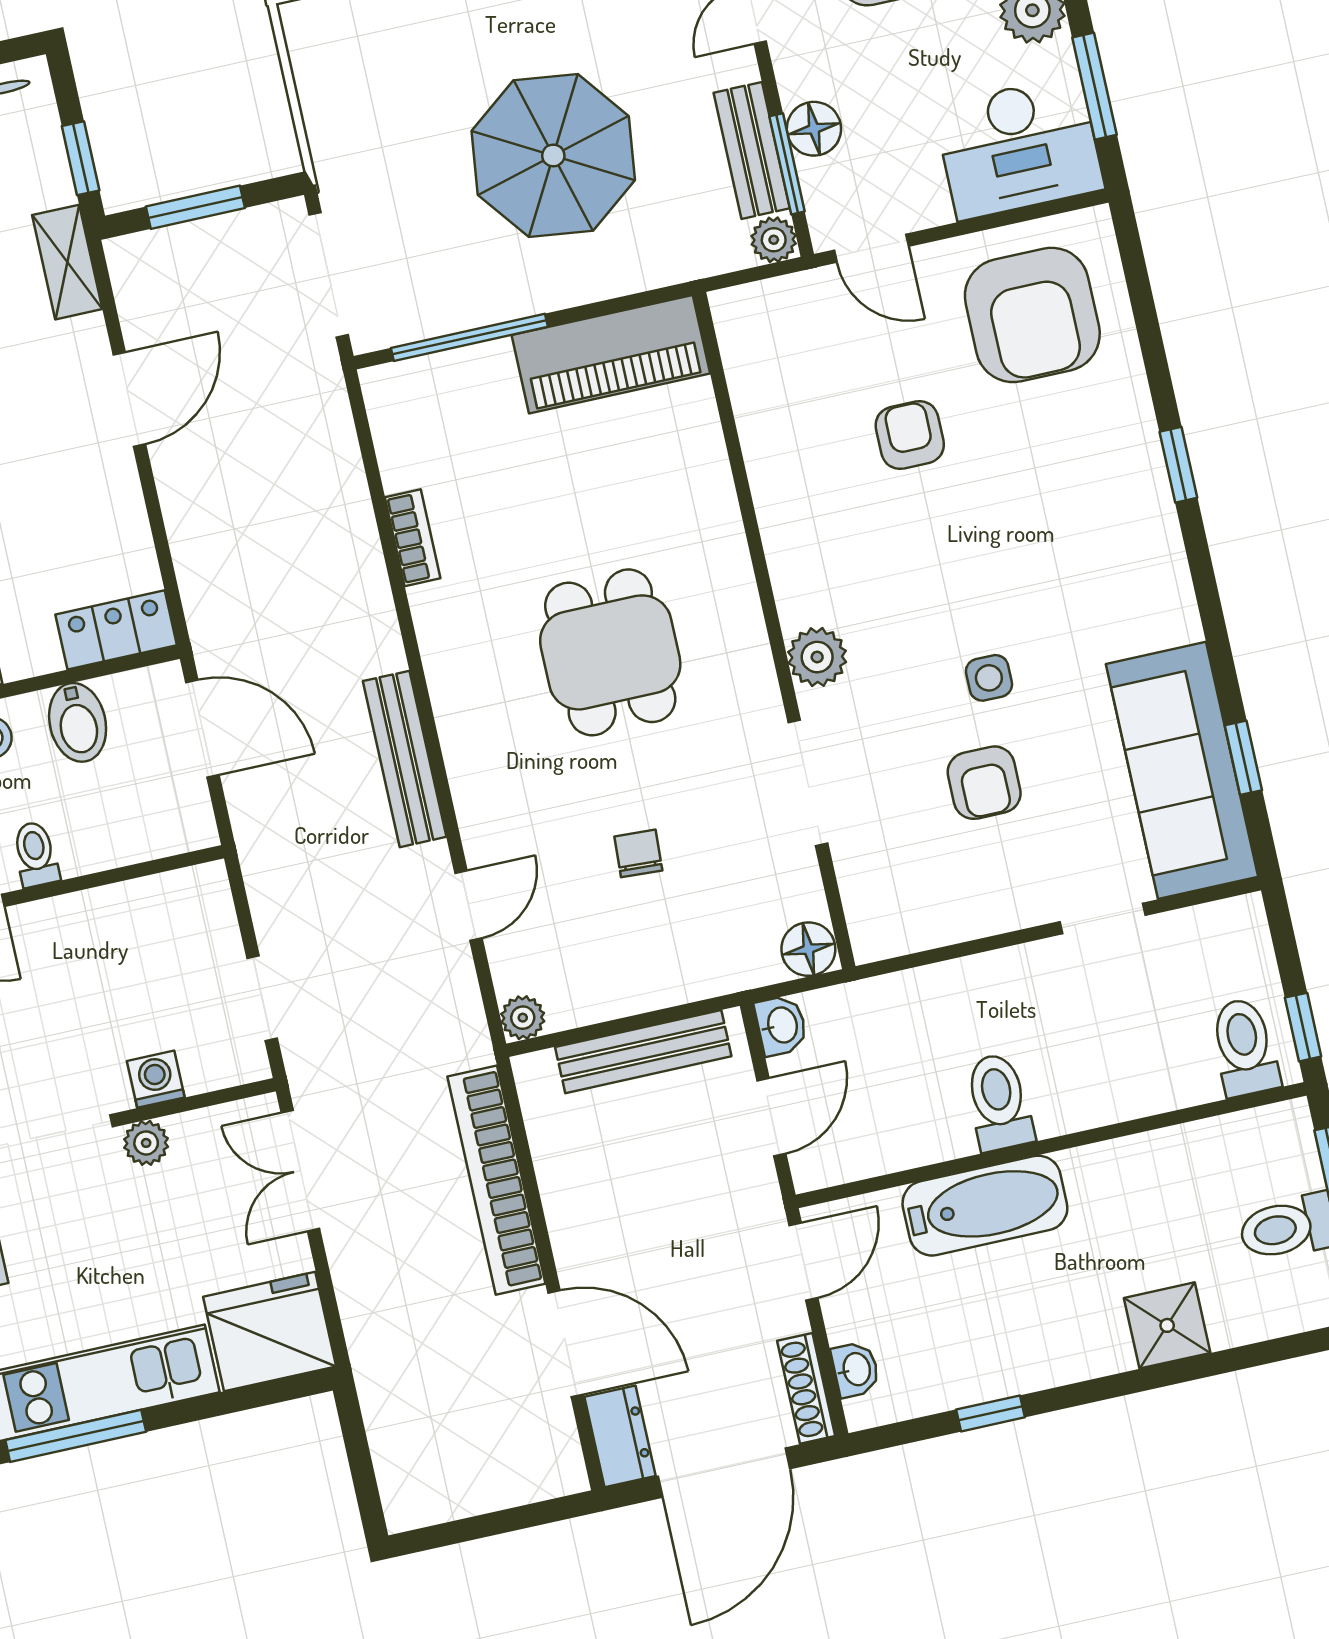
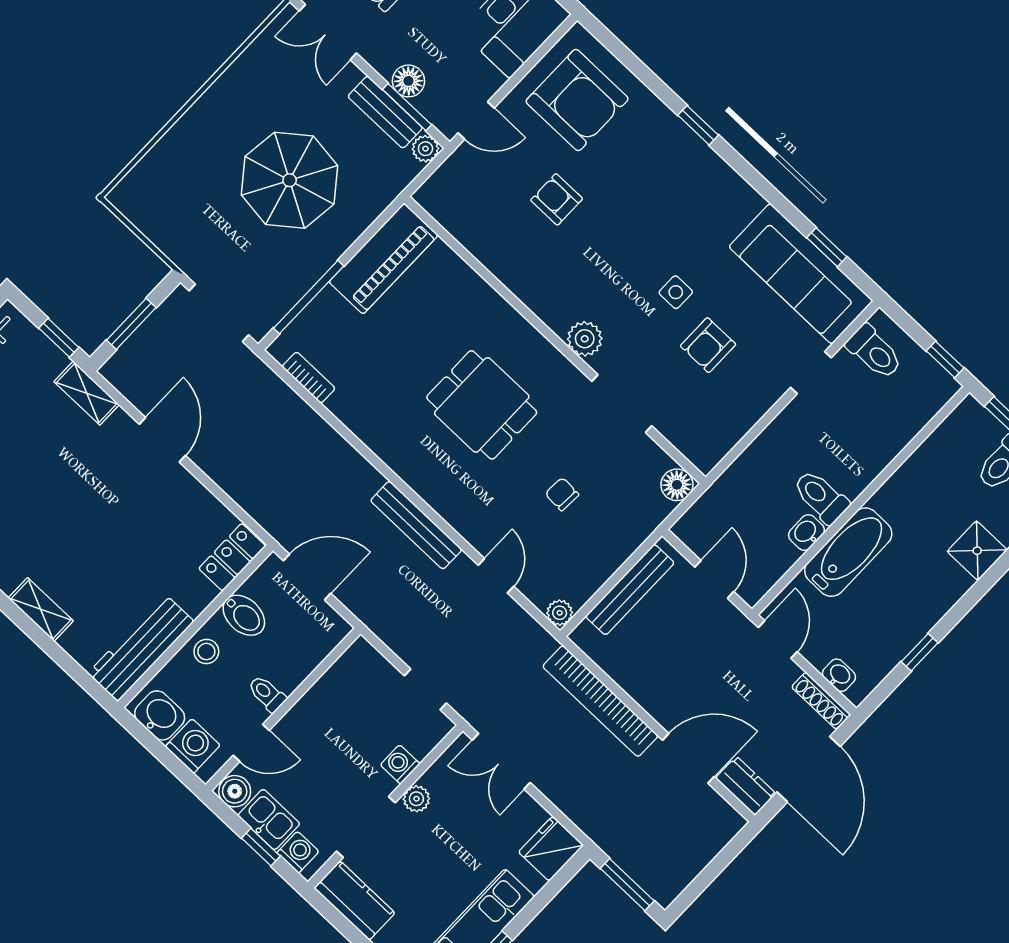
bookcase: (413, 538) -> (309, 378), moved
armchair: (984, 783) -> (708, 345), turned 90
washbasin: (781, 1025) -> (806, 533), moved, turned -90
toilet: (1245, 1047) -> (874, 352), moved, turned 180
fridge: (270, 1332) -> (551, 849), width x0.73, depth x0.75
window: (361, 1463) -> (627, 885), added

